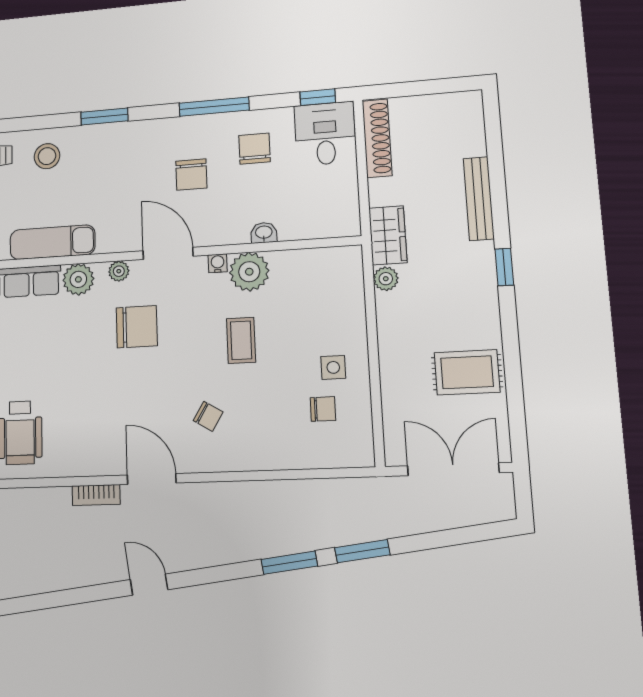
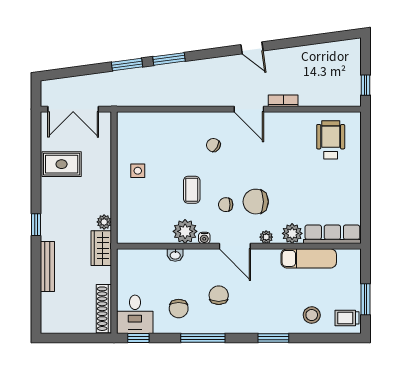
chair: (323, 409) -> (226, 205), moved

